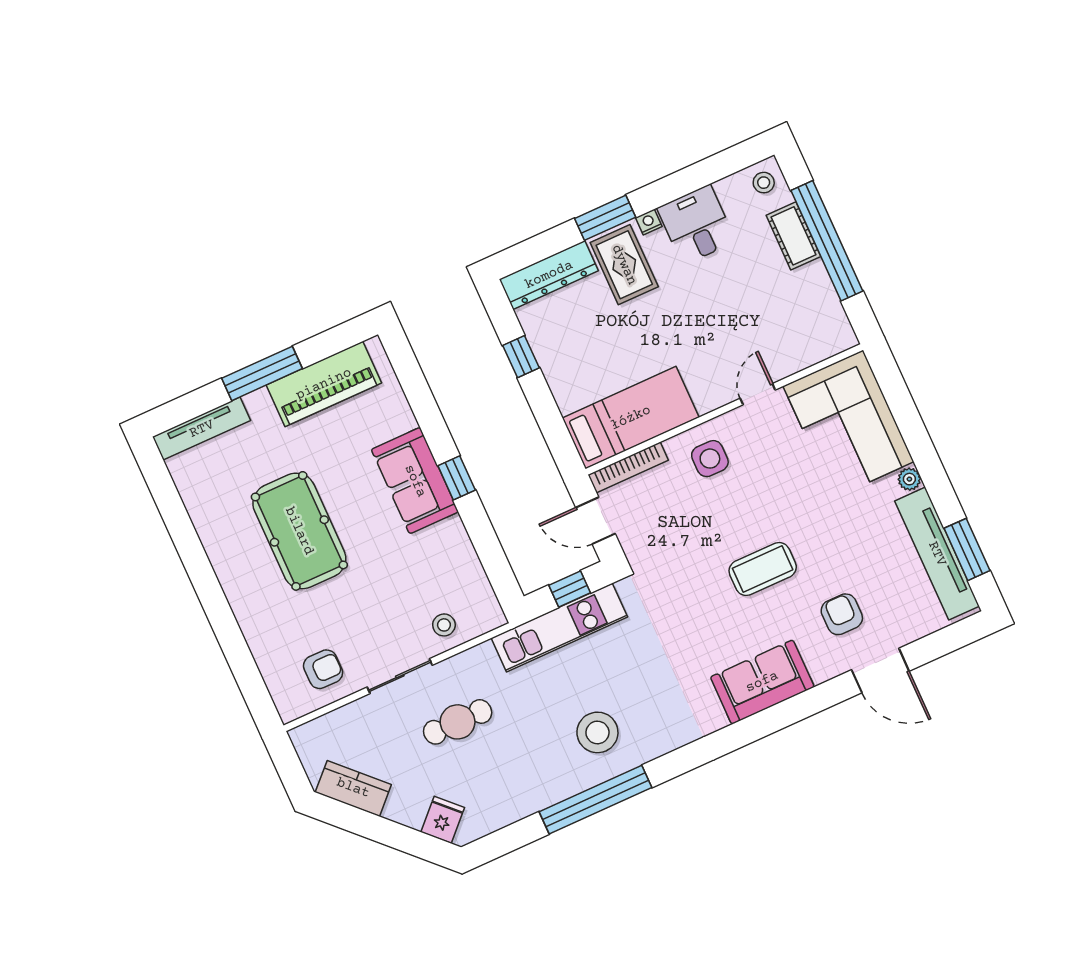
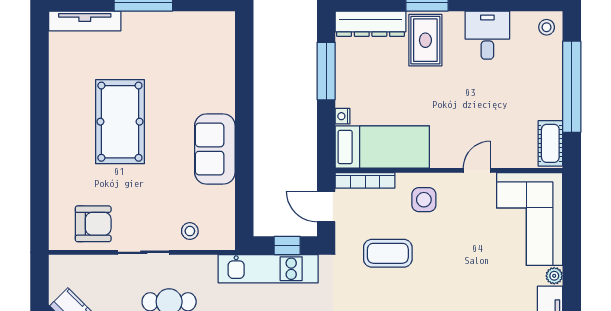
nightstand: (649, 222) -> (343, 116), moved, turned -90
cot: (793, 236) -> (550, 143), moved
window: (521, 357) -> (326, 71), width x2.17
piano: (324, 384) -> (182, 29), removed
window: (457, 478) -> (244, 134), removed
sofa: (415, 481) -> (215, 149), moved
coffee table: (763, 569) -> (388, 253), moved
armchair: (323, 669) -> (93, 224), width x1.38, depth x1.38

